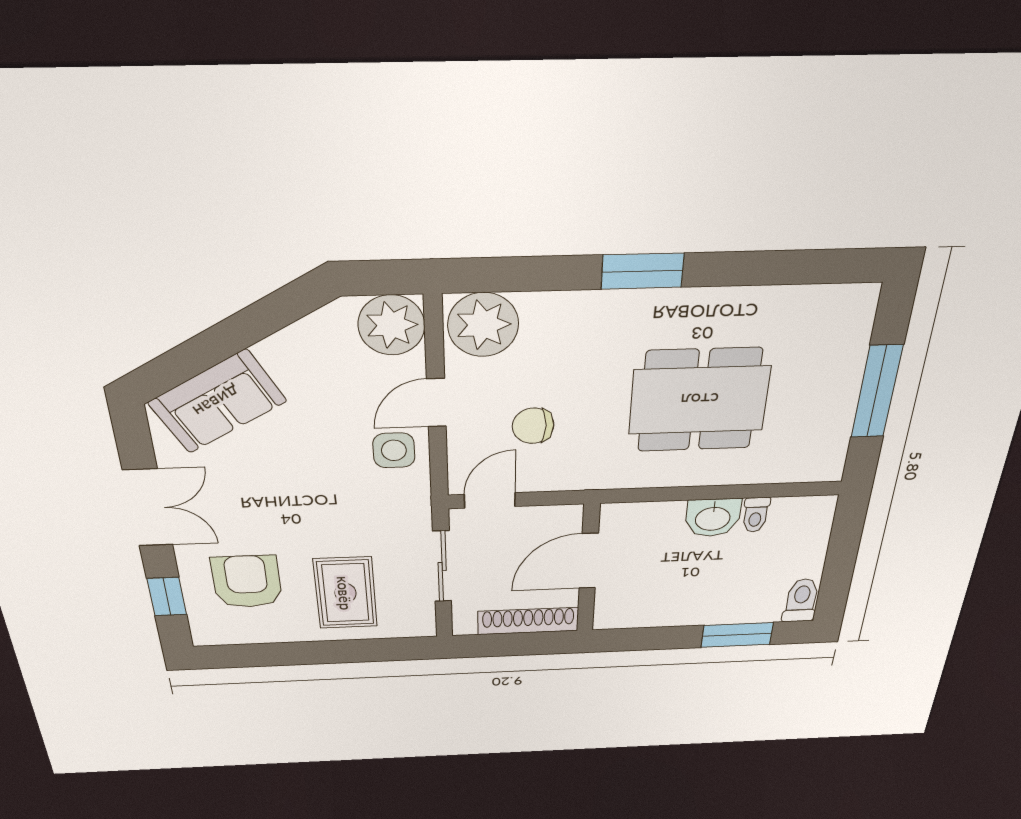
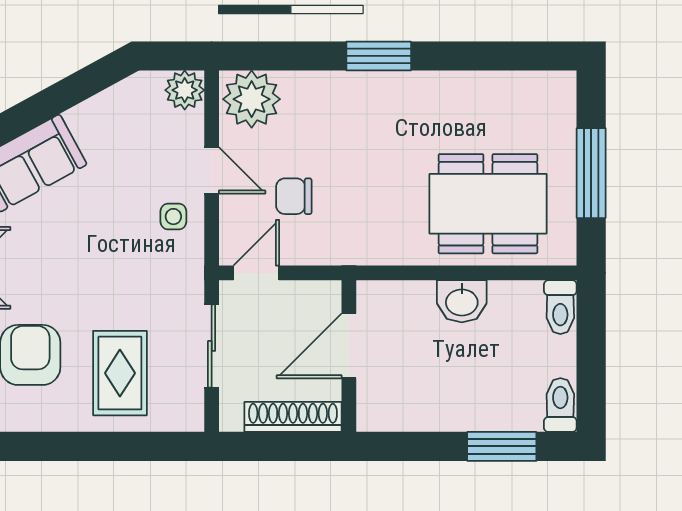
plant: (391, 325) -> (185, 90), width x0.73, depth x0.73
dining table: (699, 400) -> (488, 204), moved
door: (436, 403) -> (212, 170), swing flipped
side table: (394, 450) -> (173, 217), width x0.73, depth x0.73
toilet: (756, 515) -> (560, 307), moved, width x1.37, depth x1.39

